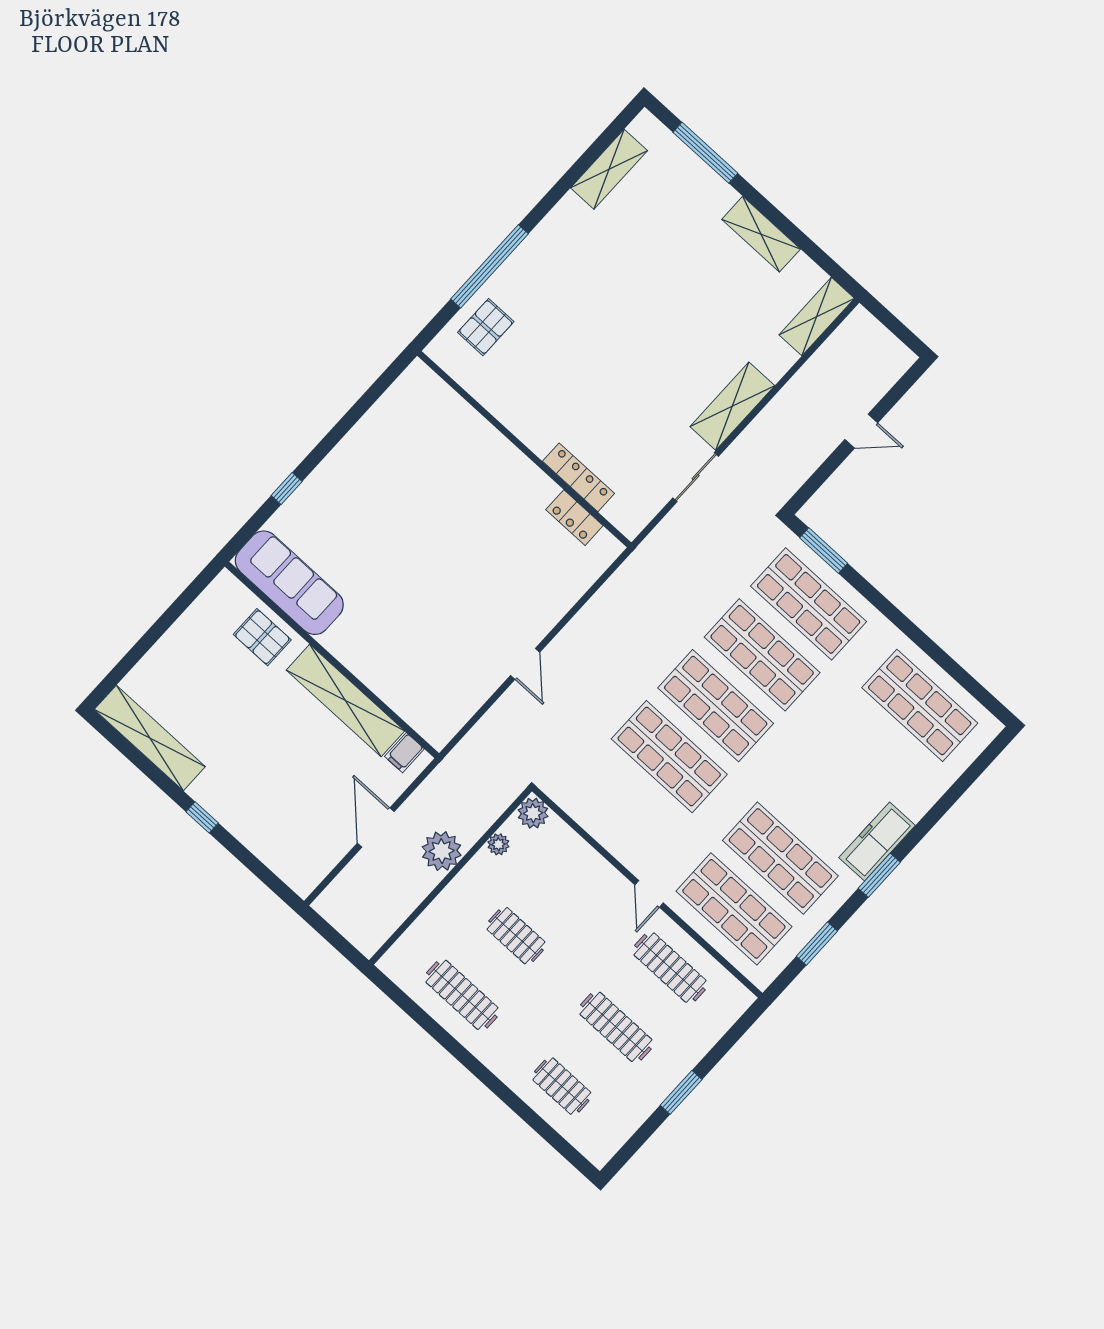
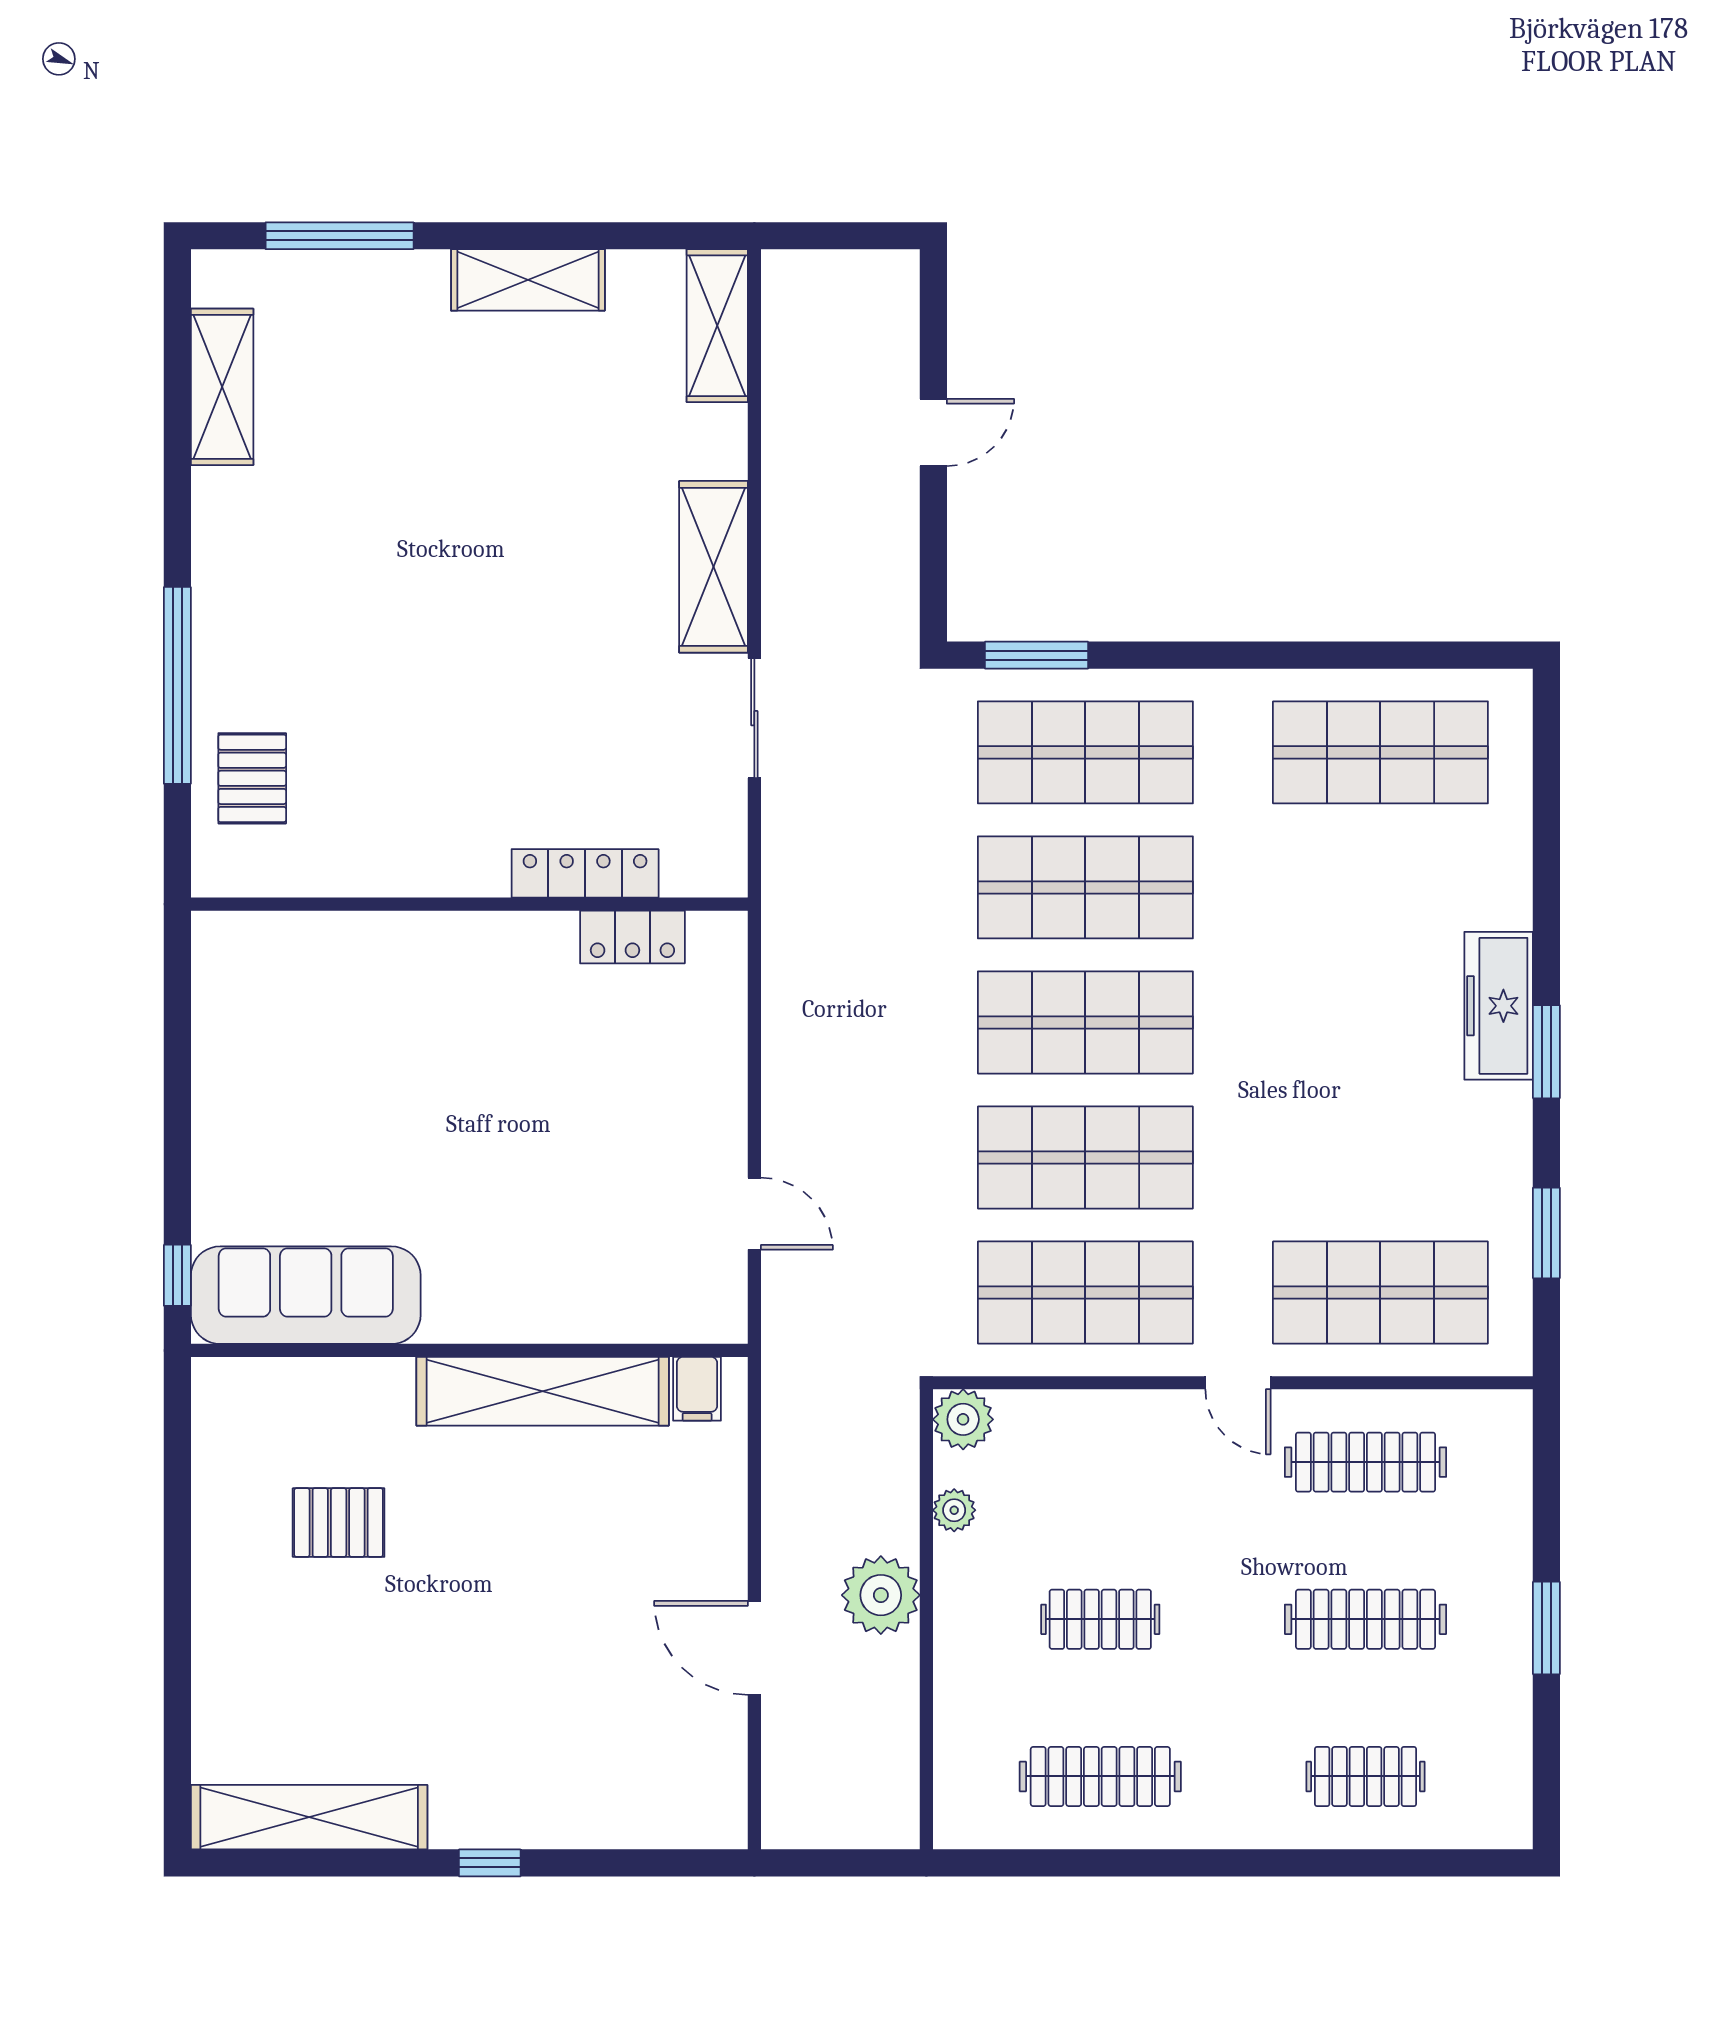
sofa: (289, 583) -> (306, 1295), moved
wall: (332, 660) -> (469, 1350), moved
shelving: (345, 700) -> (543, 1391), moved
filing cabinet: (404, 753) -> (697, 1389), moved
shop shelf: (780, 858) -> (1085, 1293), moved

